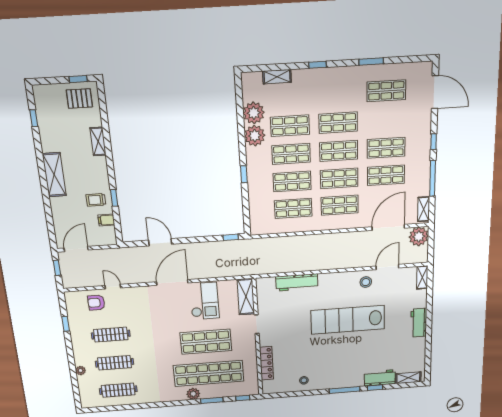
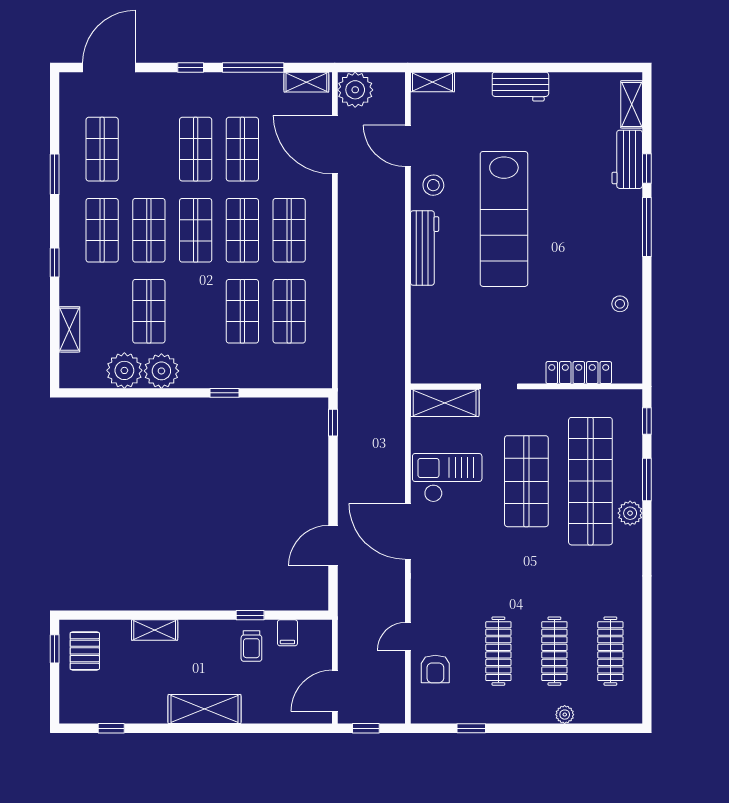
shop shelf: (291, 154) -> (102, 230), moved
door: (76, 249) -> (335, 691), hinge flipped
workbench: (297, 282) -> (425, 248), moved

